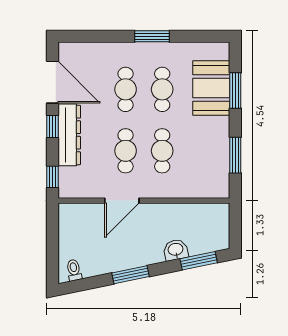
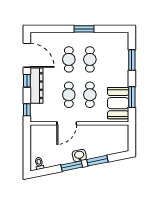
booth: (211, 88) -> (118, 103), moved
washbasin: (176, 250) -> (79, 155), moved
window: (199, 261) -> (97, 161), moved

